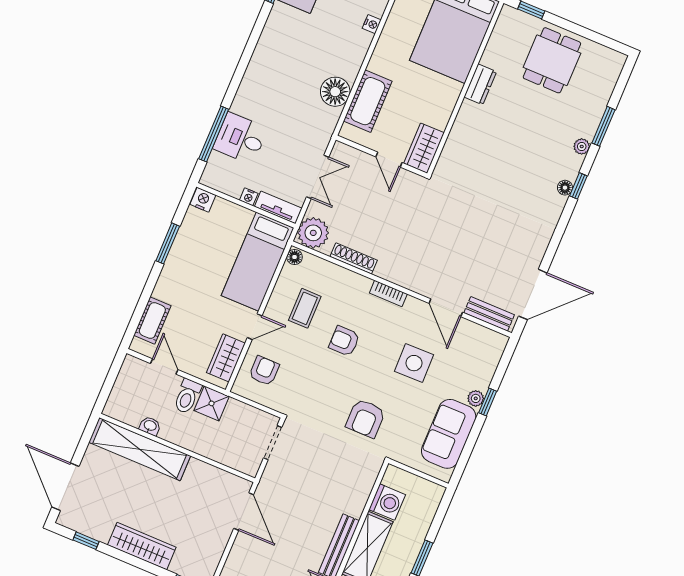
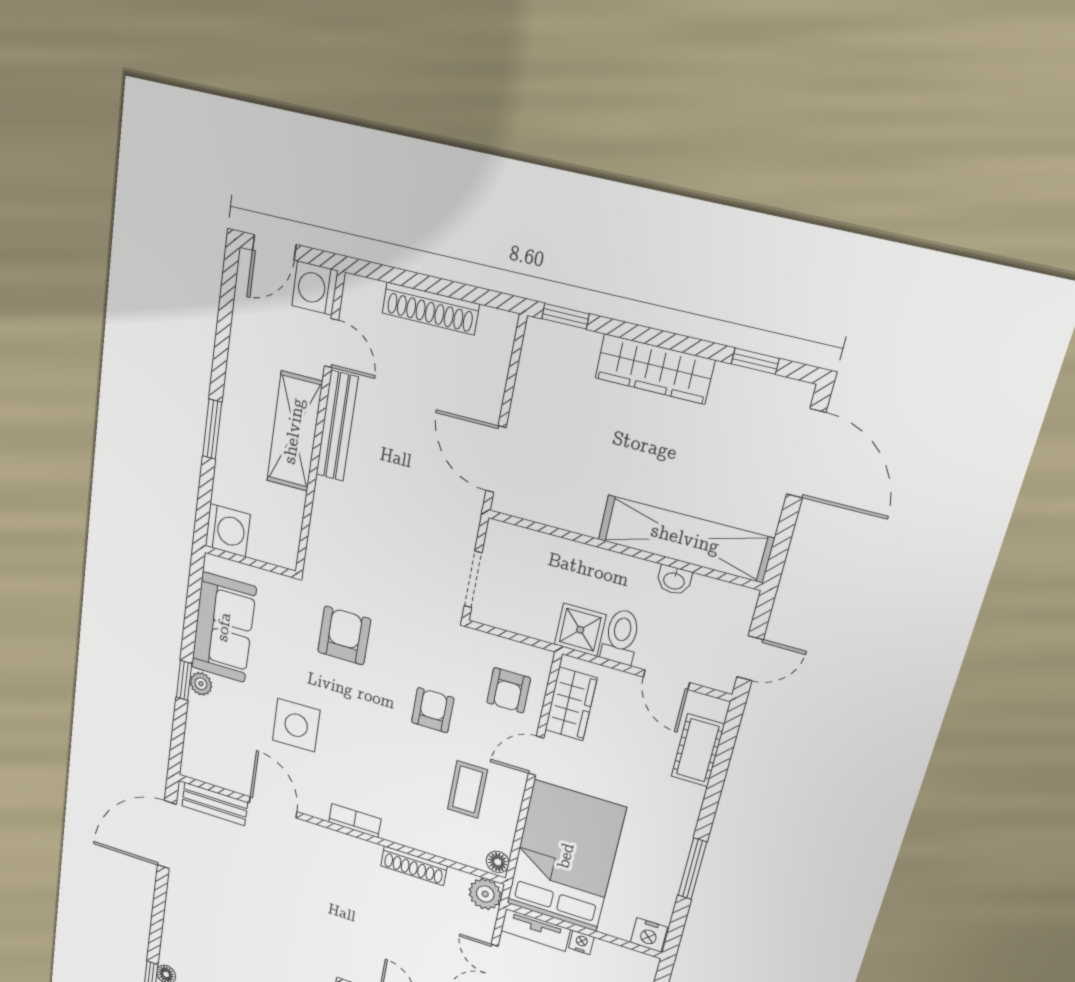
plant: (313, 233) -> (485, 894), width x0.73, depth x0.73
bed: (258, 262) -> (566, 856), width x1.50
armchair: (344, 341) -> (433, 710), moved, turned -90
door: (113, 374) -> (750, 658), added
washing machine: (387, 502) -> (228, 530), moved, turned 180

